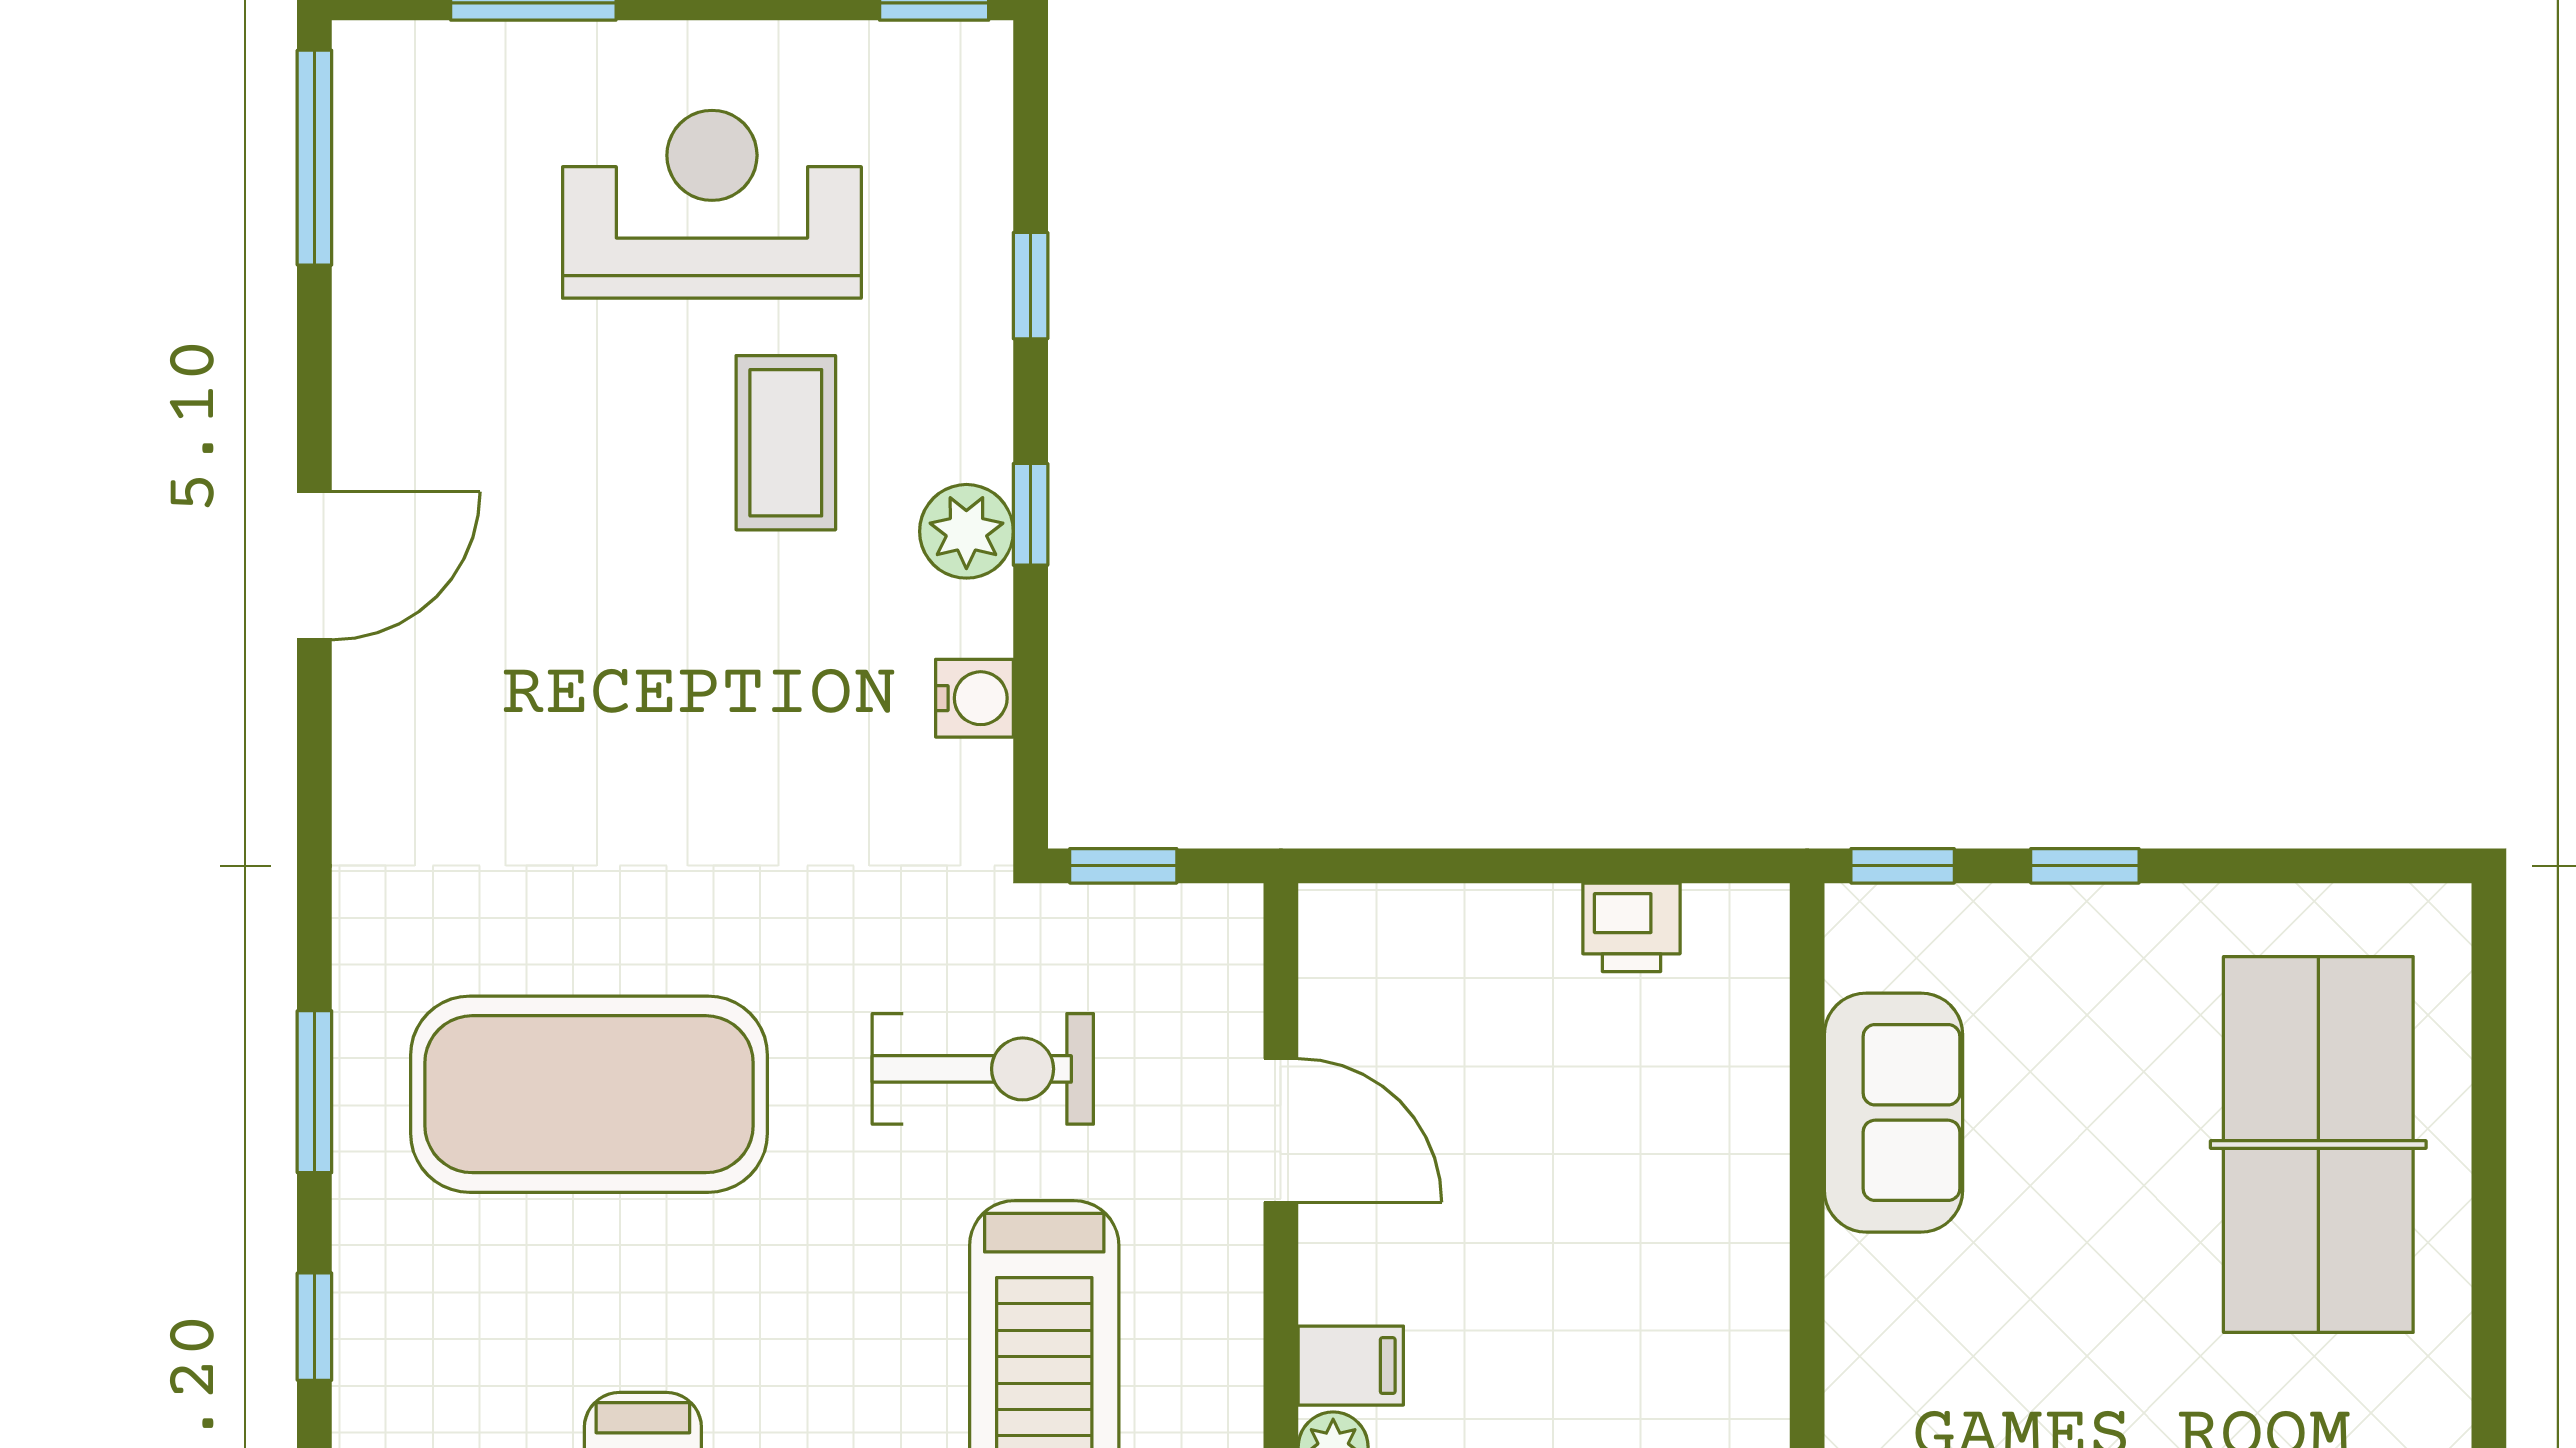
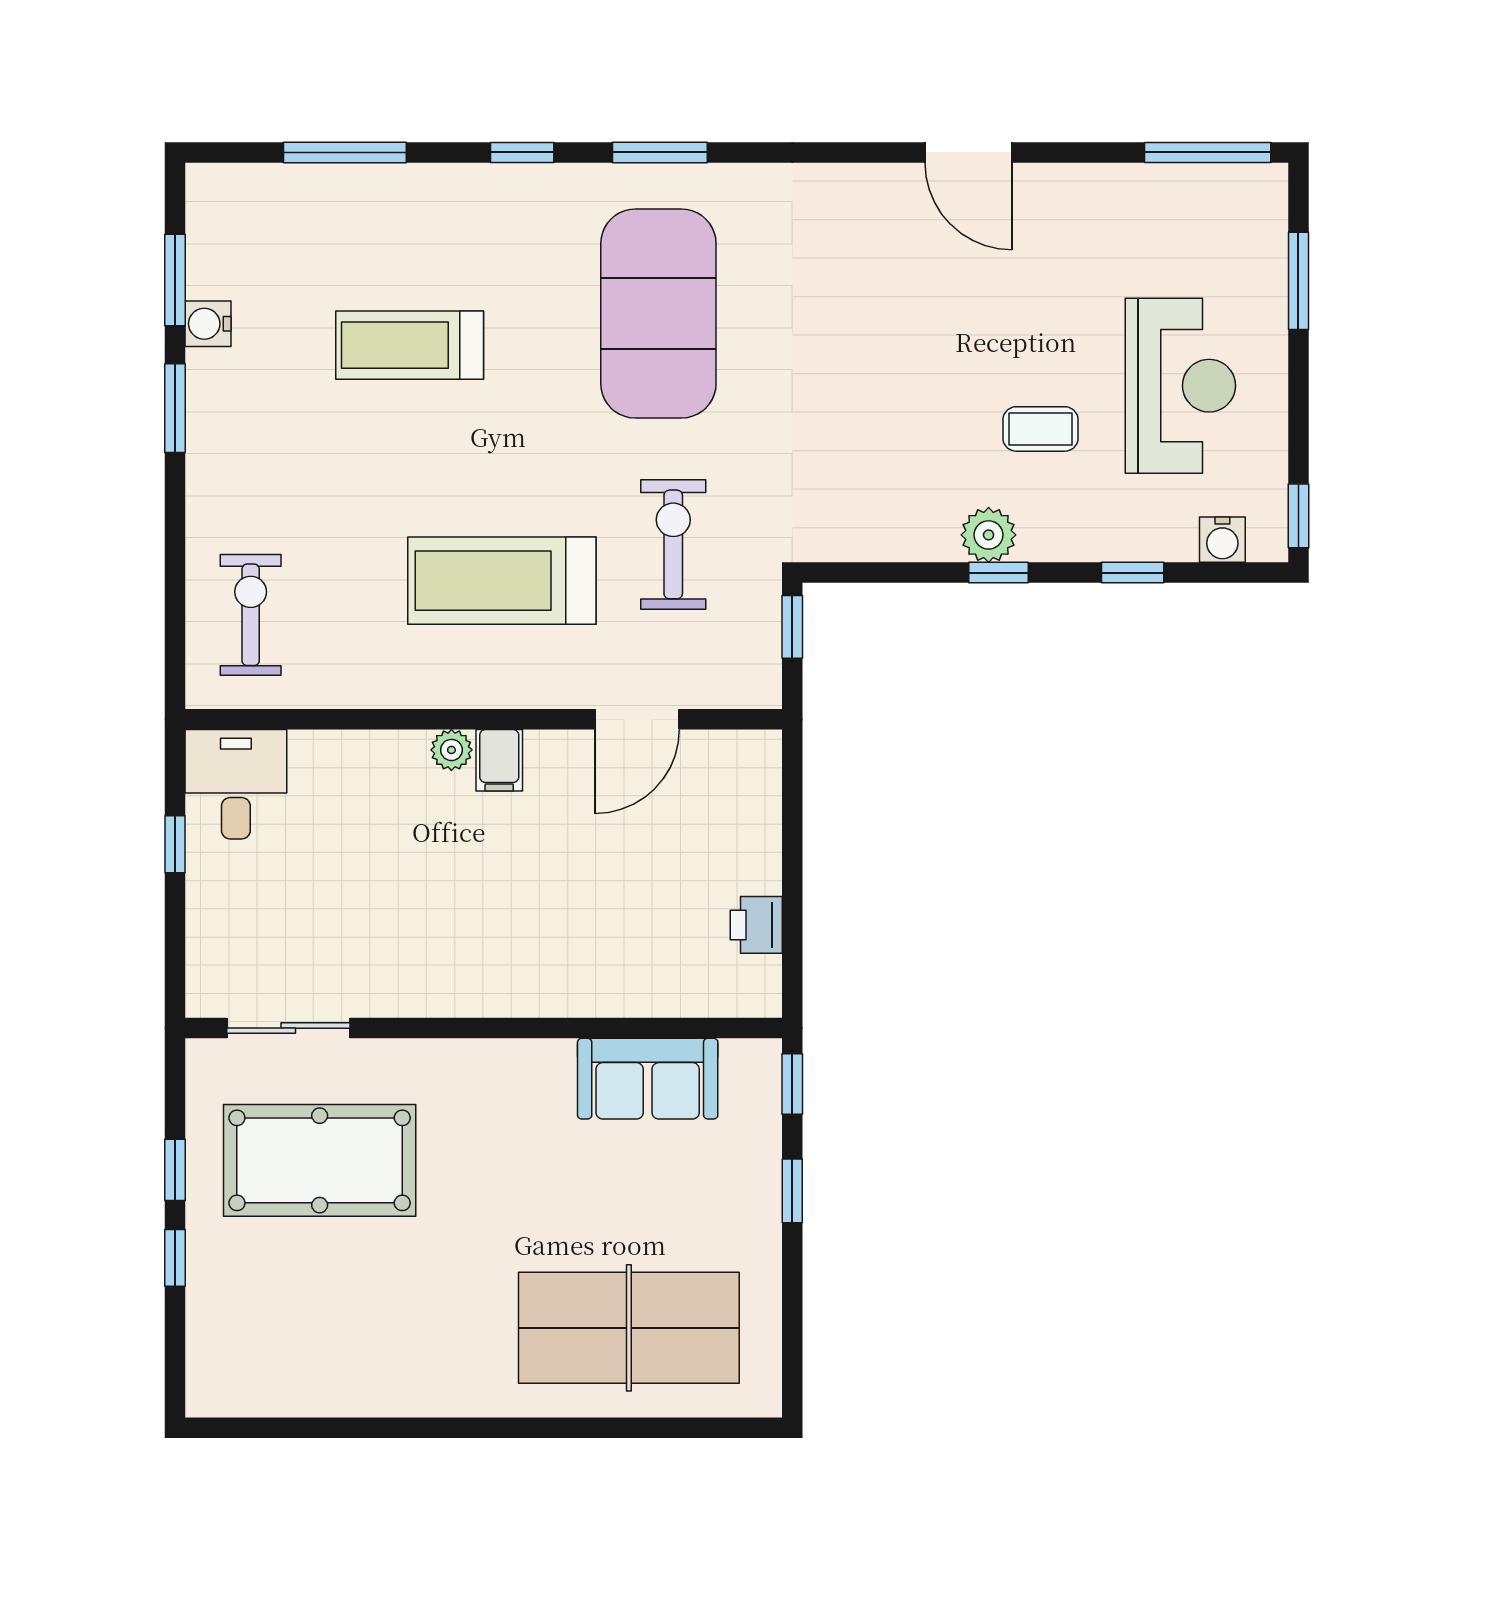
coffee table: (786, 443) -> (1040, 429), width x0.73, depth x0.77
water cooler: (974, 698) -> (1222, 540), moved
exercise bike: (983, 1069) -> (673, 544), turned 180

